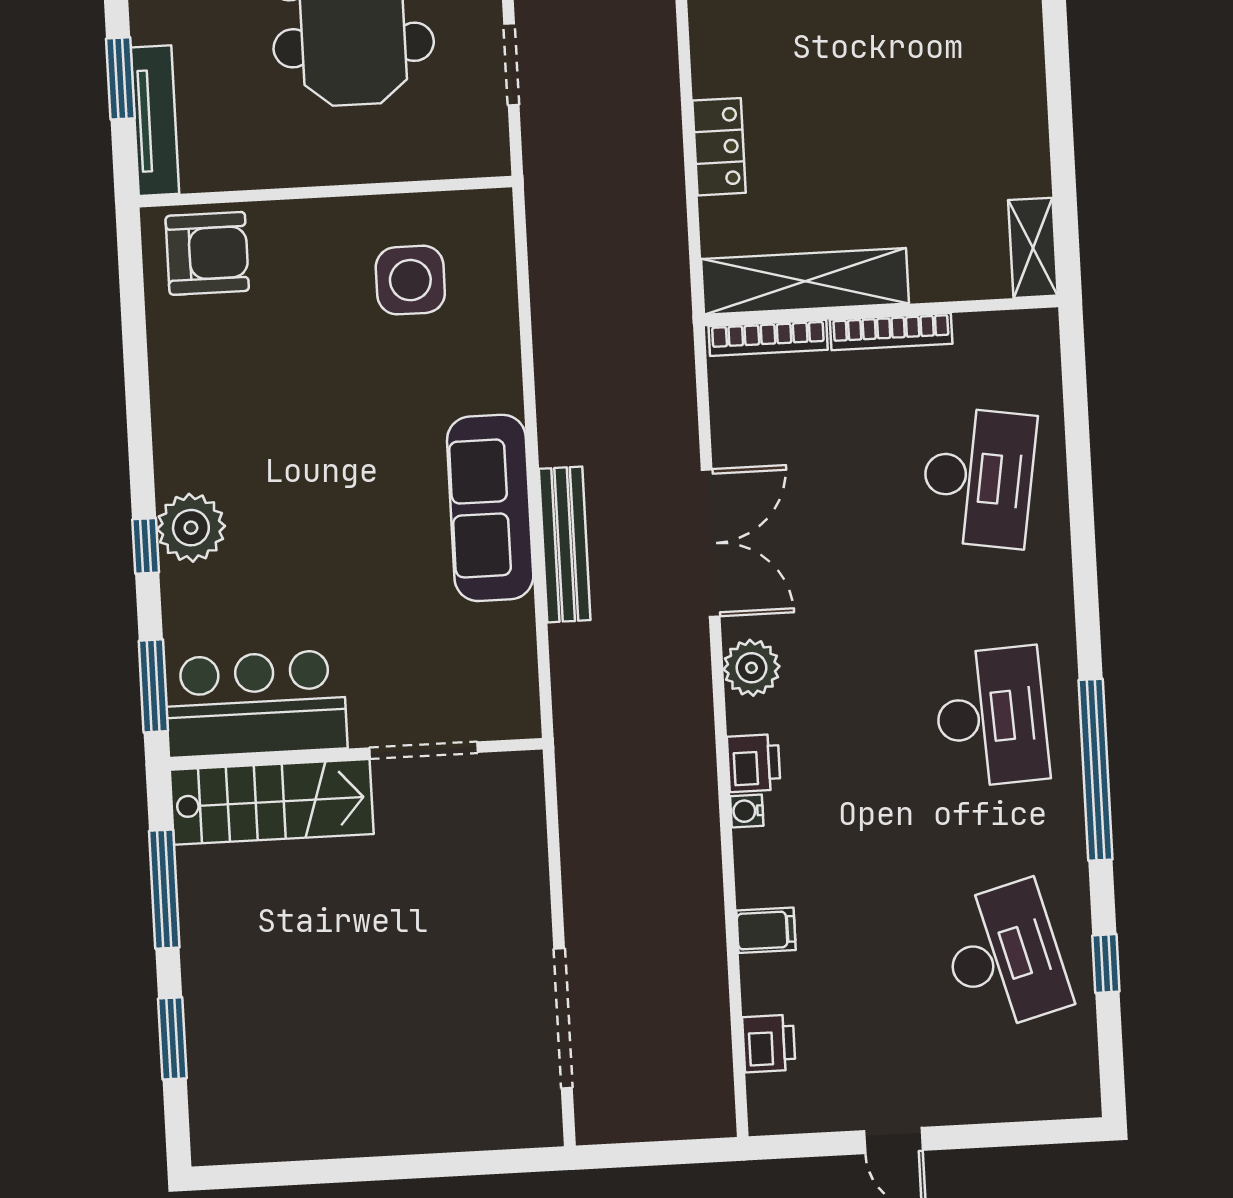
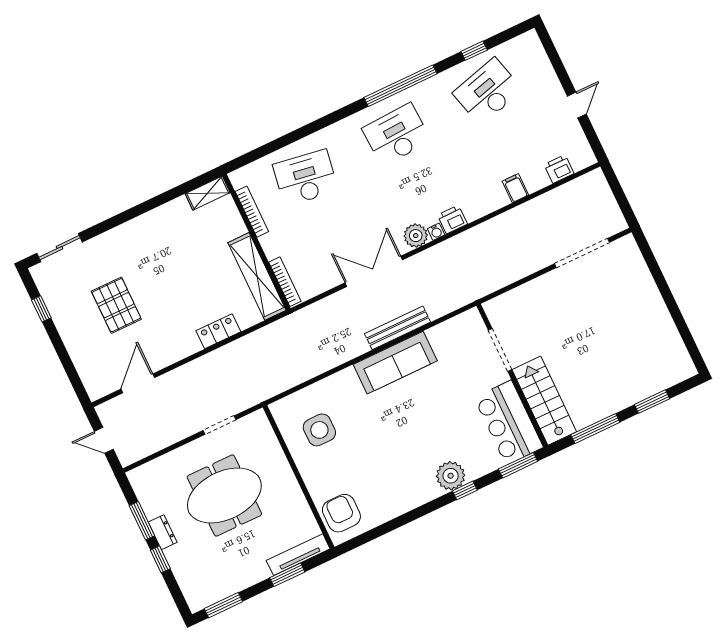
bookcase: (891, 332) -> (252, 212), moved
water cooler: (747, 811) -> (436, 232), moved

